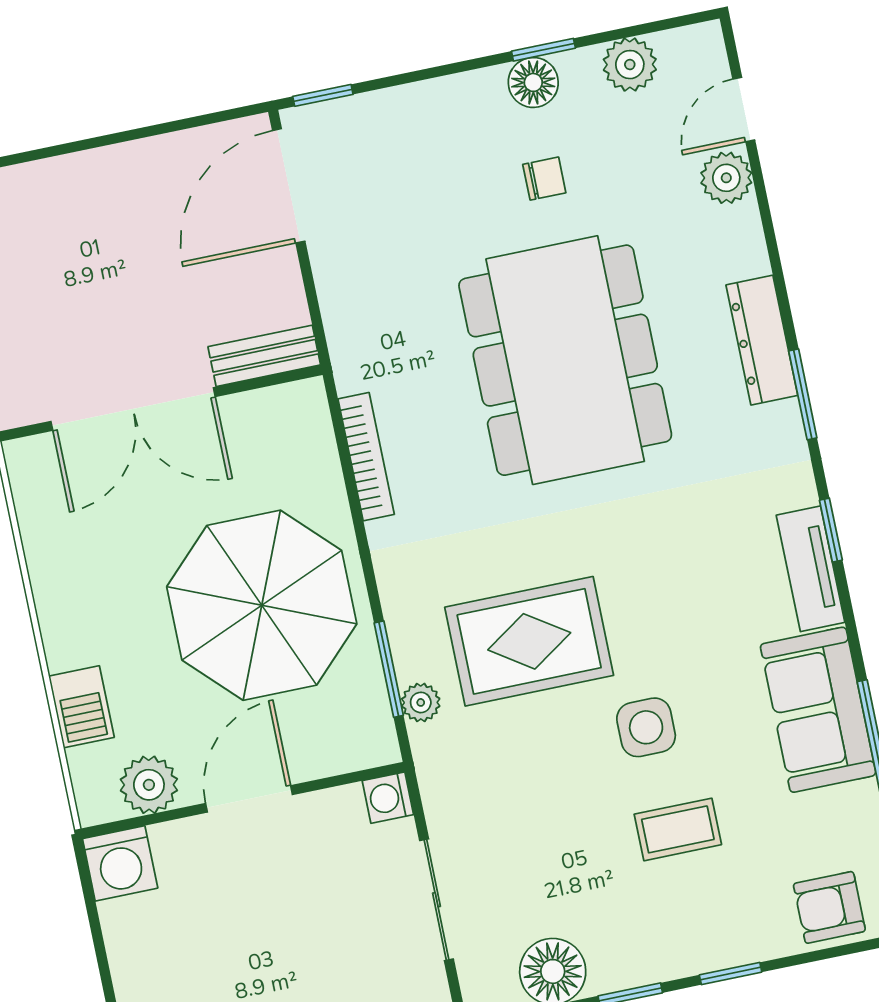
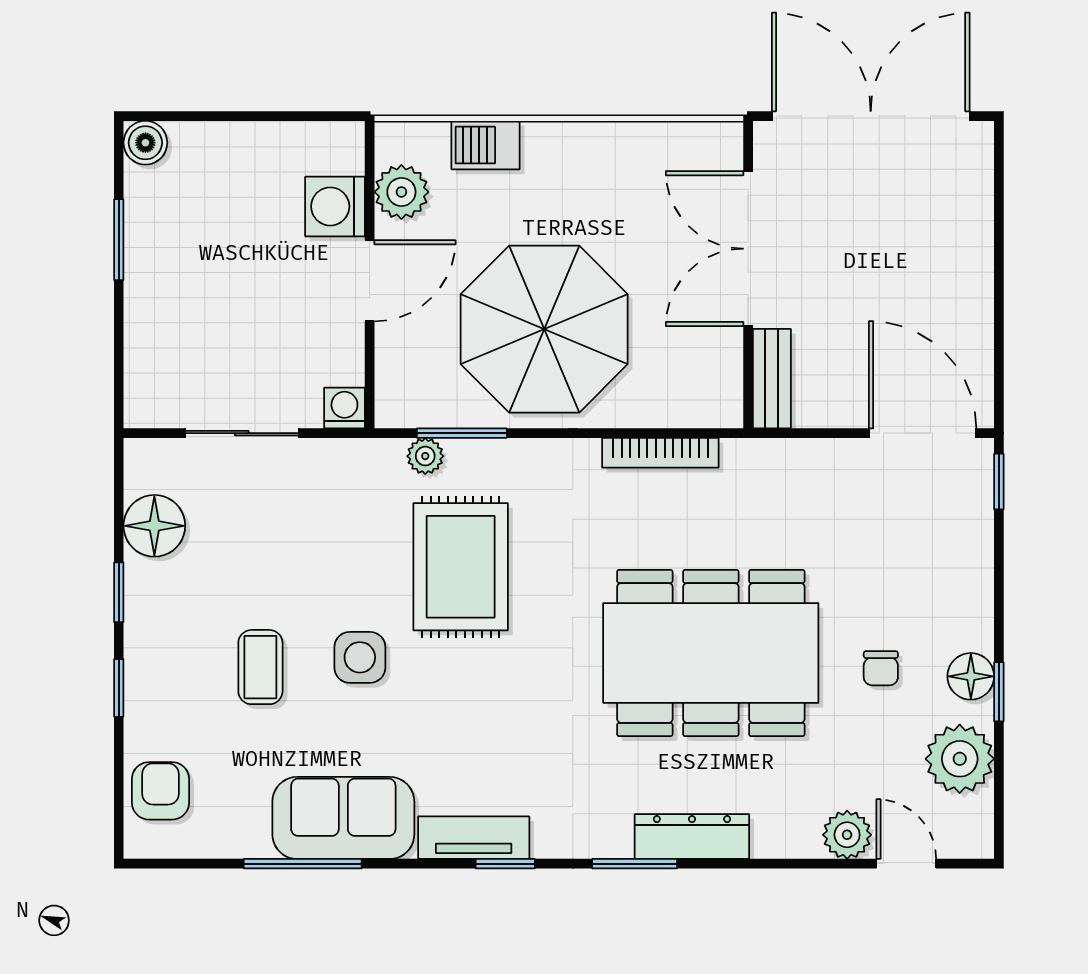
plant: (630, 65) -> (960, 759), width x1.36, depth x1.36
door: (249, 799) -> (370, 281), hinge flipped
washing machine: (120, 863) -> (335, 206), moved

